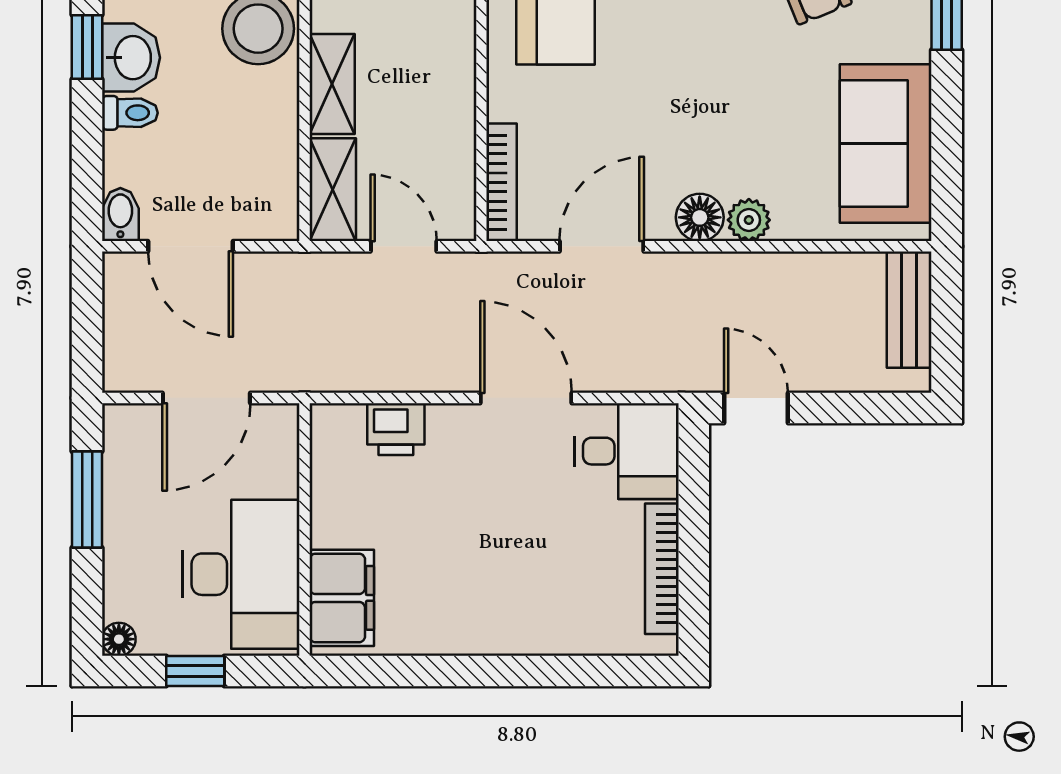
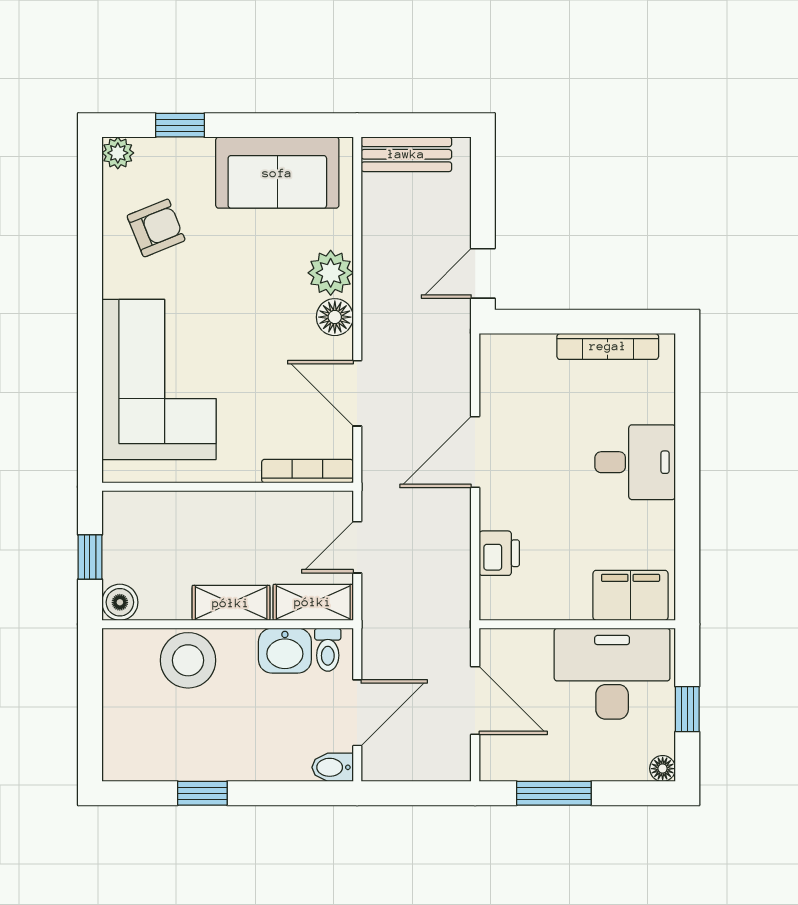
washbasin: (131, 58) -> (285, 651), moved, turned 180
toilet: (130, 113) -> (328, 650), moved, turned 180
plant: (749, 220) -> (331, 273), width x1.38, depth x1.38
desk: (627, 451) -> (635, 462), moved, turned 90

